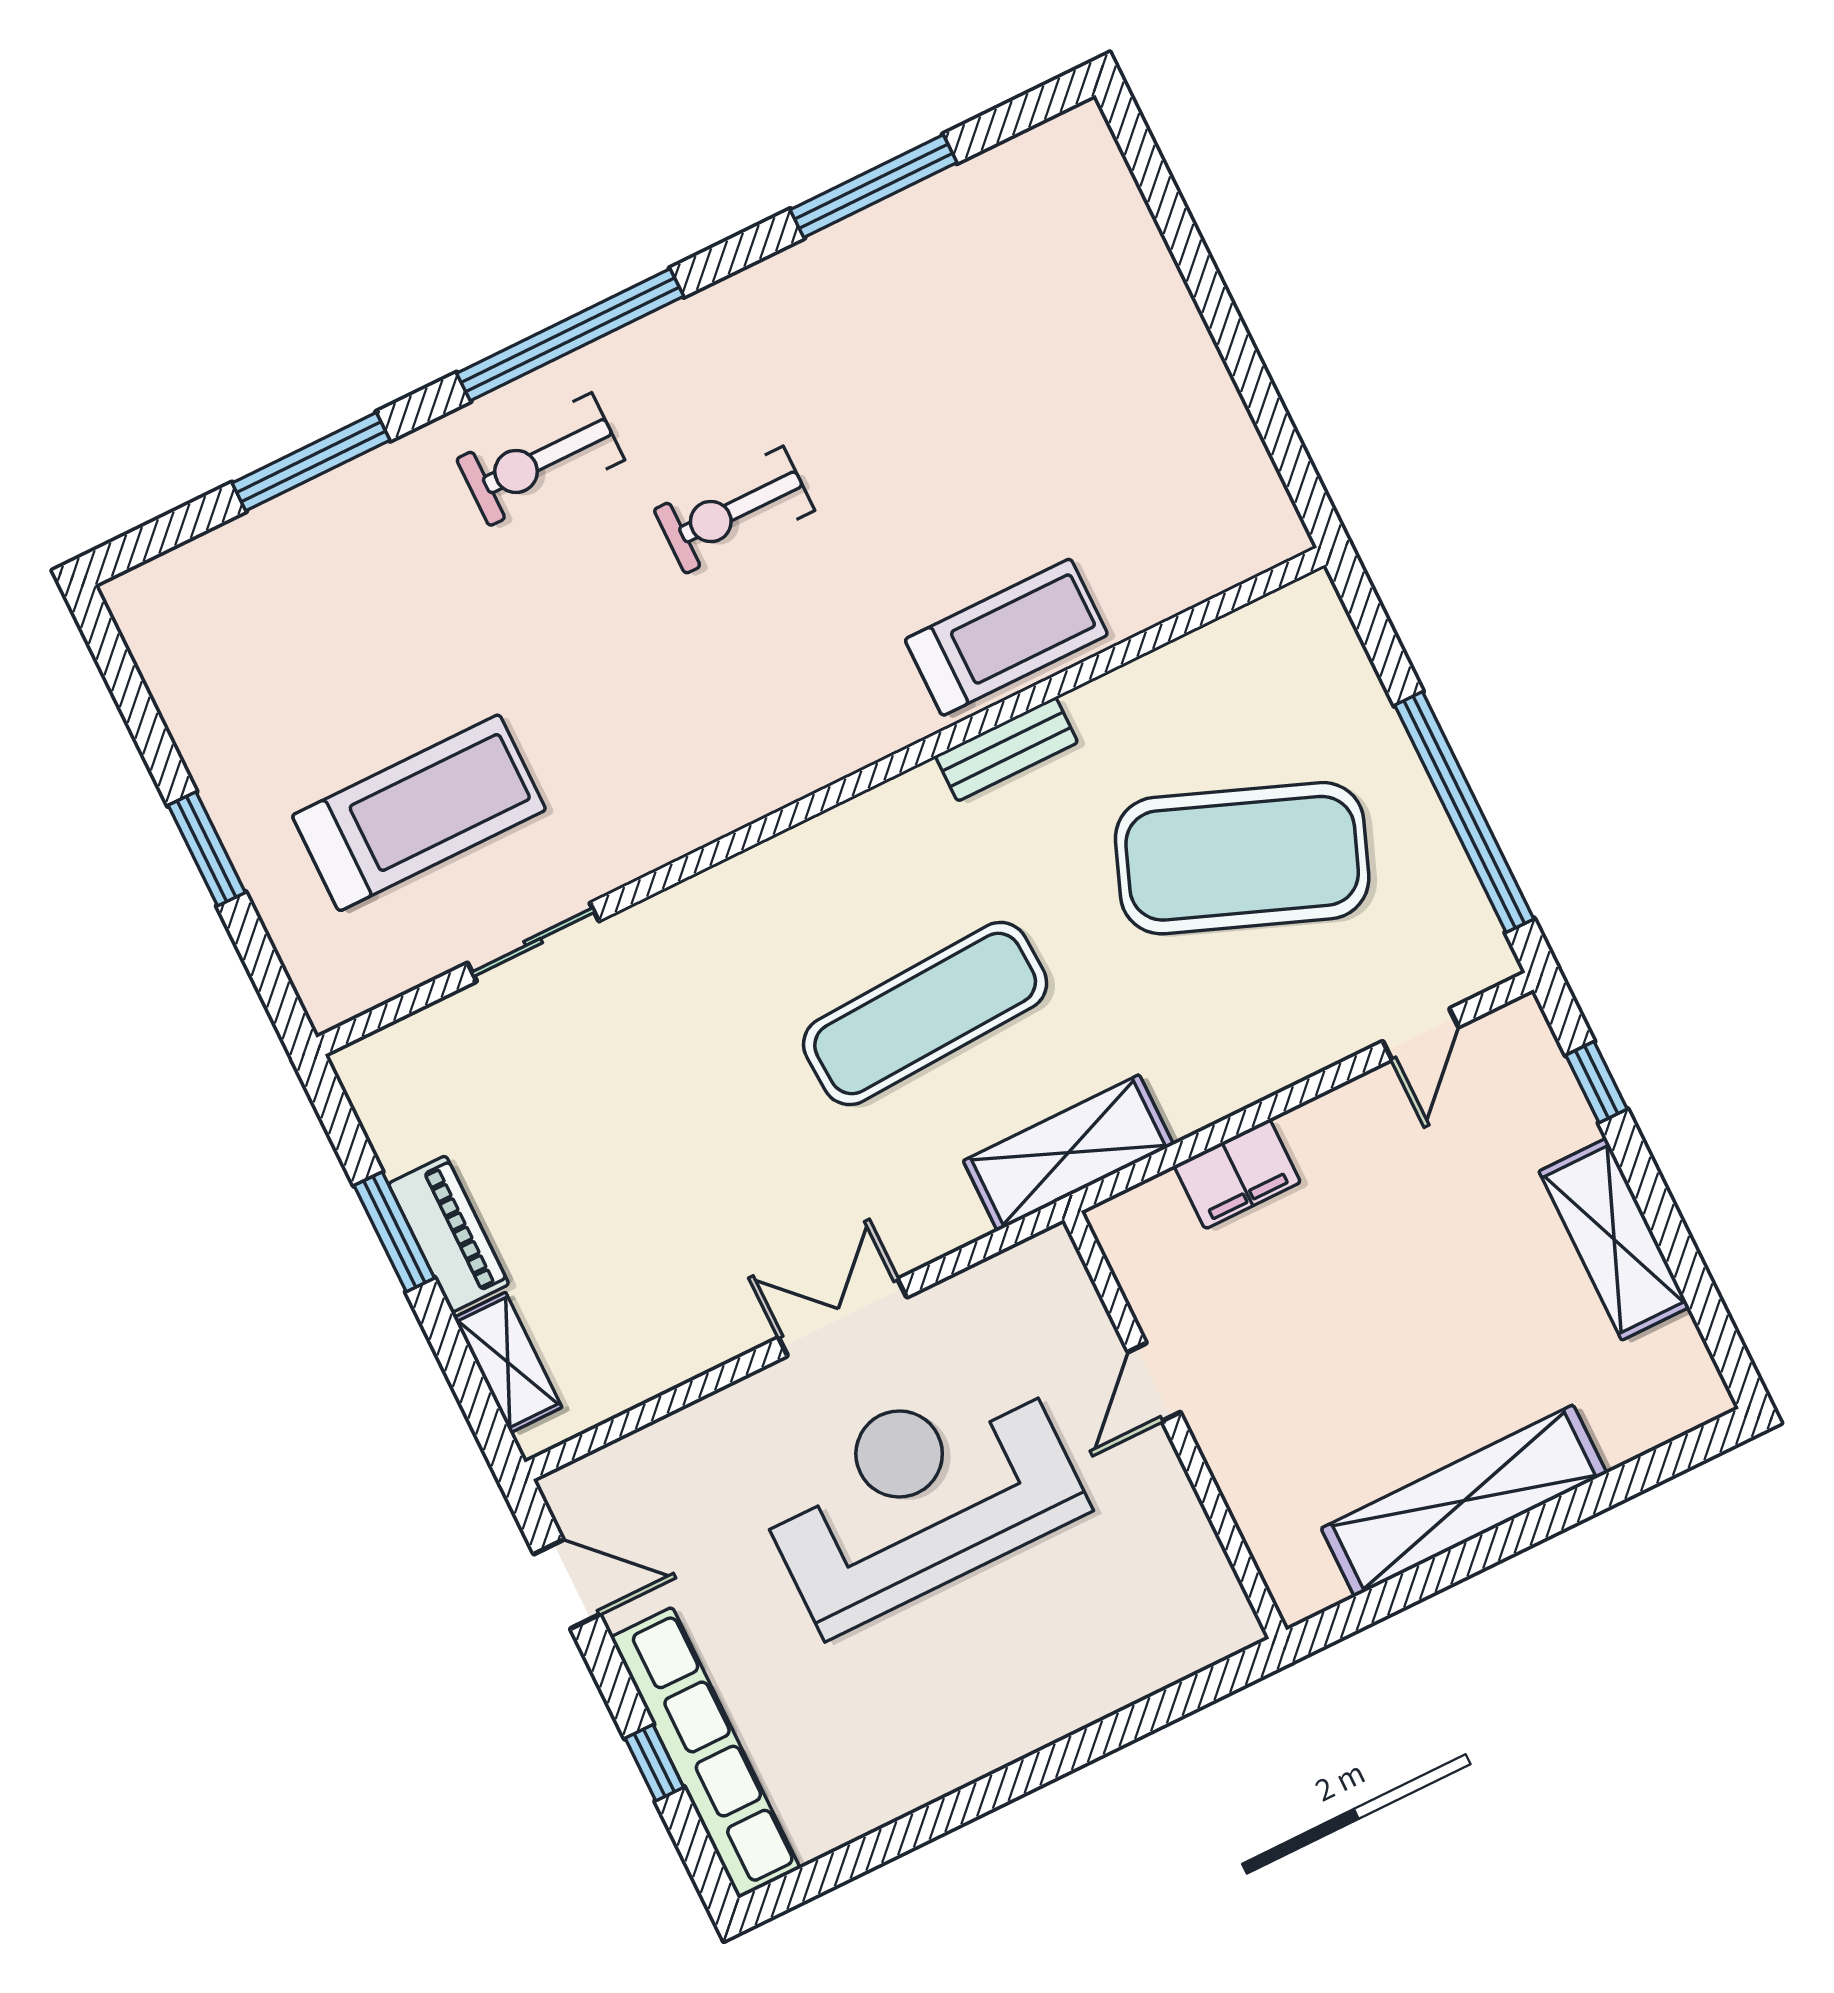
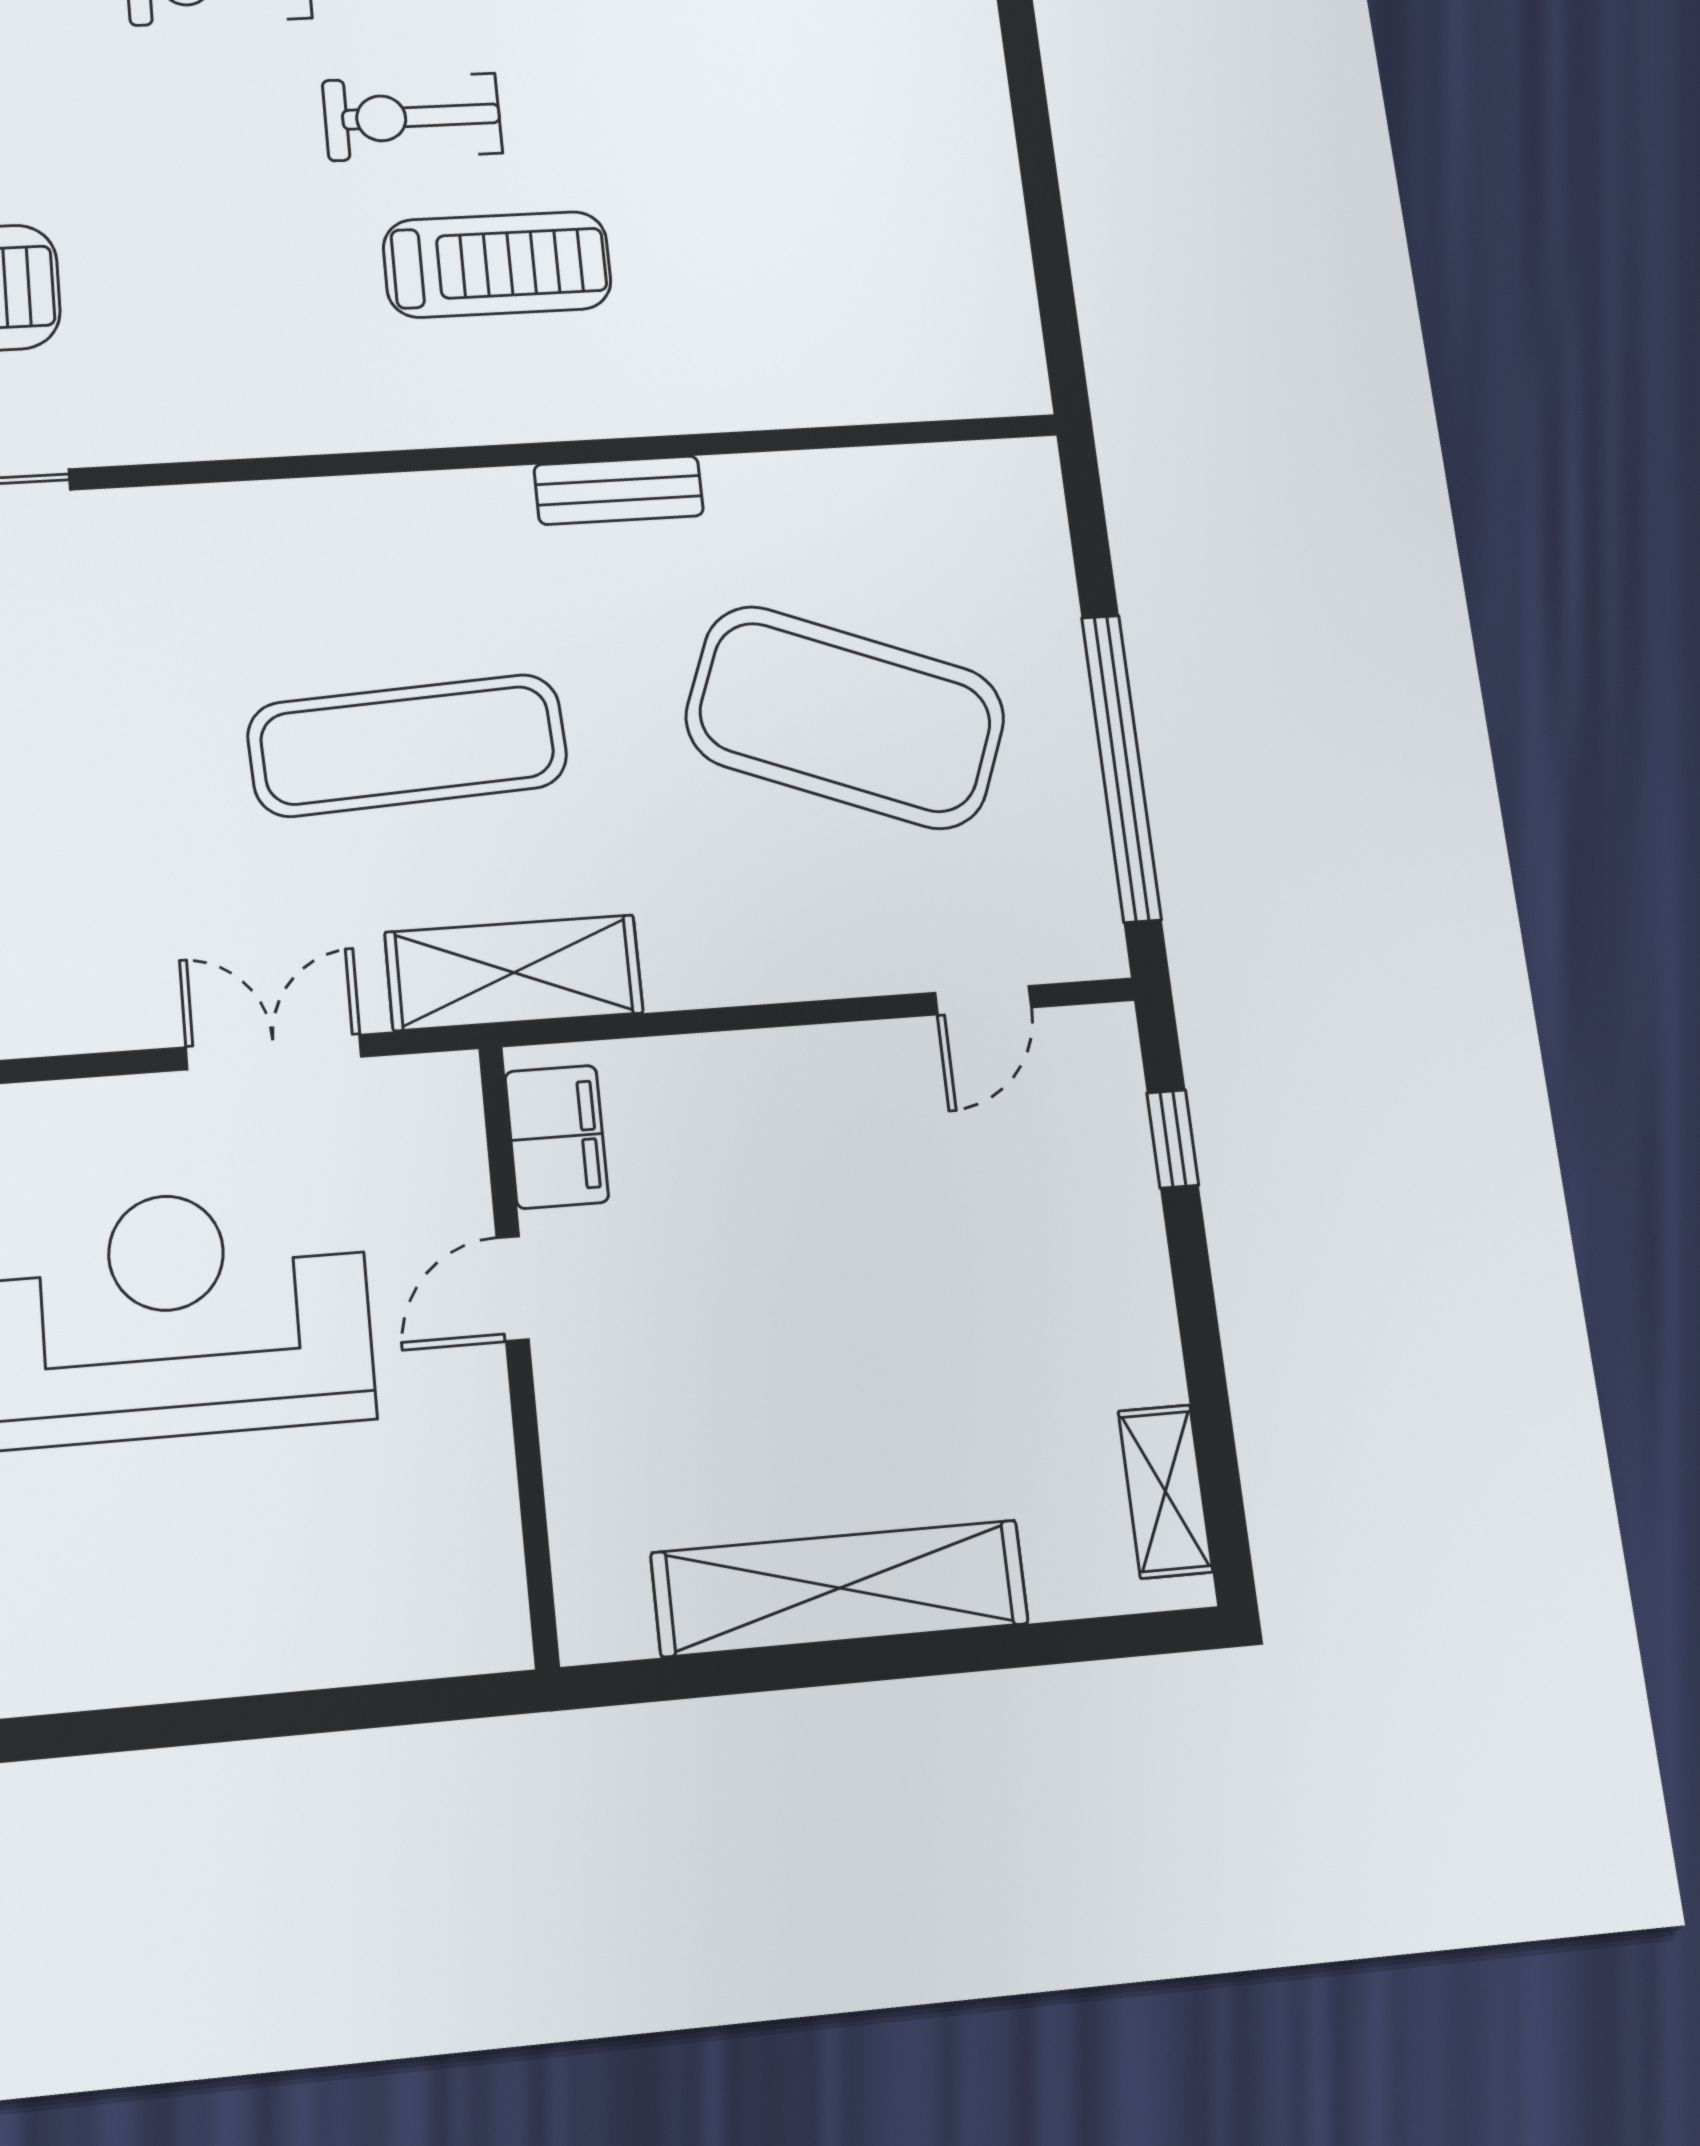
treadmill: (1006, 637) -> (497, 264), moved
filing cabinet: (1237, 1174) -> (557, 1137), moved, turned -90
shelving: (1614, 1239) -> (1165, 1491), moved, width x0.67, depth x0.75
double door: (843, 1317) -> (274, 1052), moved

